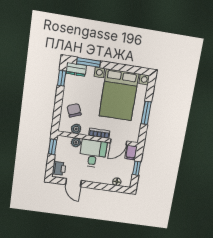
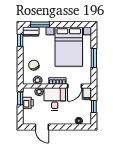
printer: (59, 168) -> (28, 103), moved

